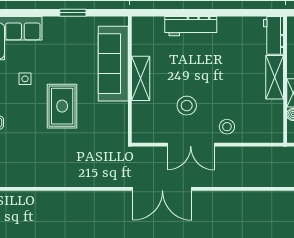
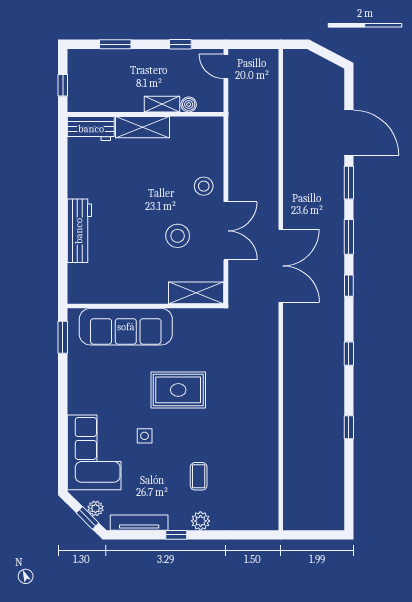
window: (73, 13) -> (63, 337), moved
shelving: (141, 78) -> (196, 293), moved

